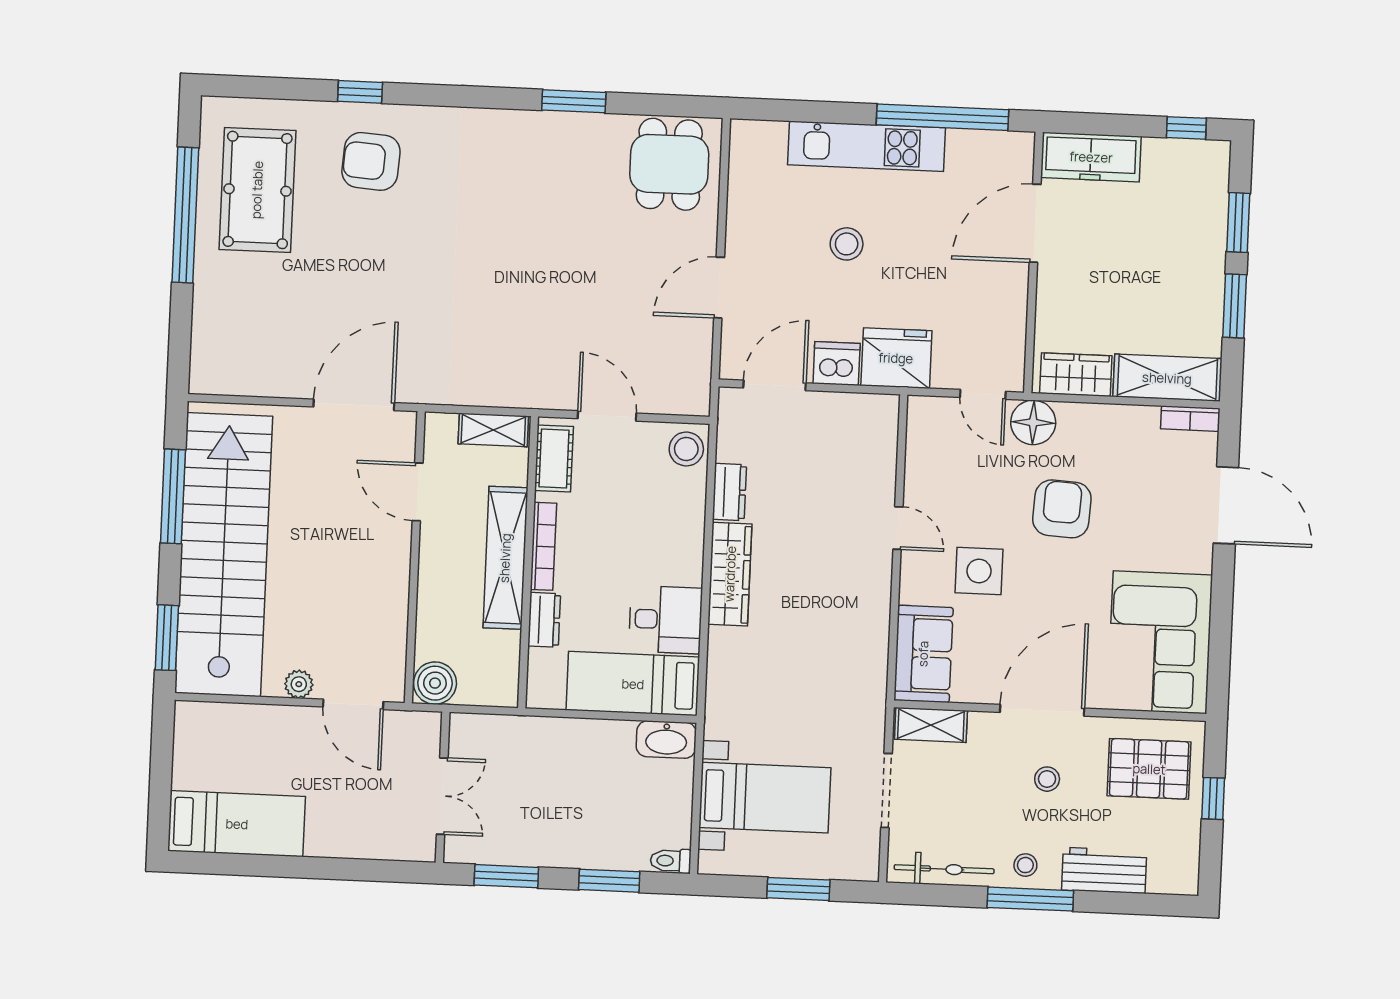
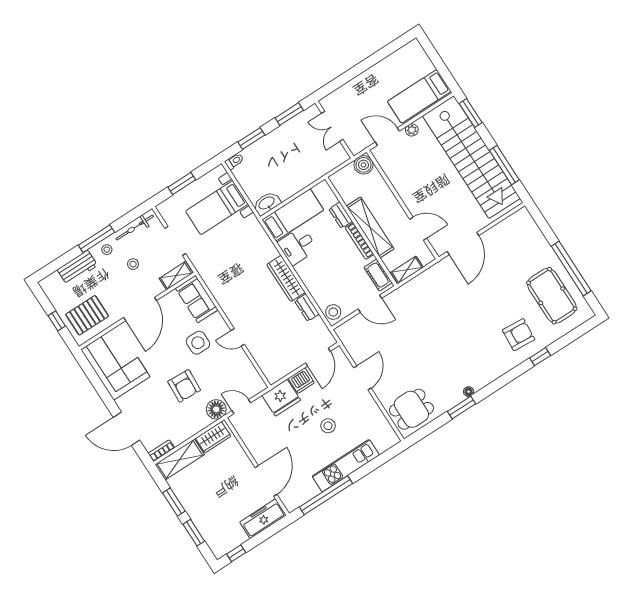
floor lamp: (539, 122) -> (469, 392), added
dining table: (669, 164) -> (411, 409), turned 90
stool: (1047, 779) -> (133, 264), moved
bed: (237, 824) -> (419, 96), moved

